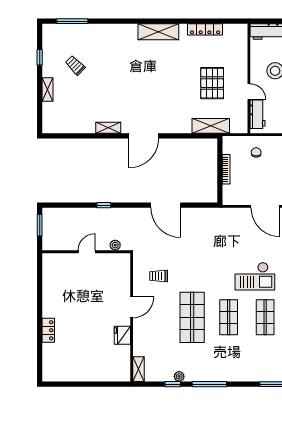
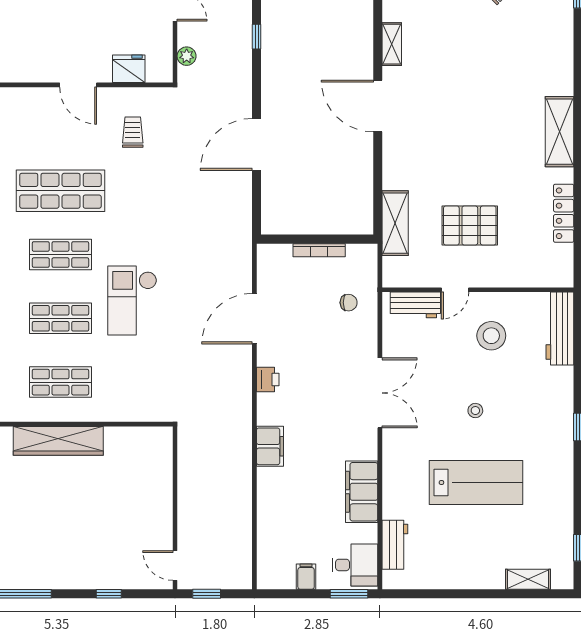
fridge: (122, 335) -> (129, 69), moved

